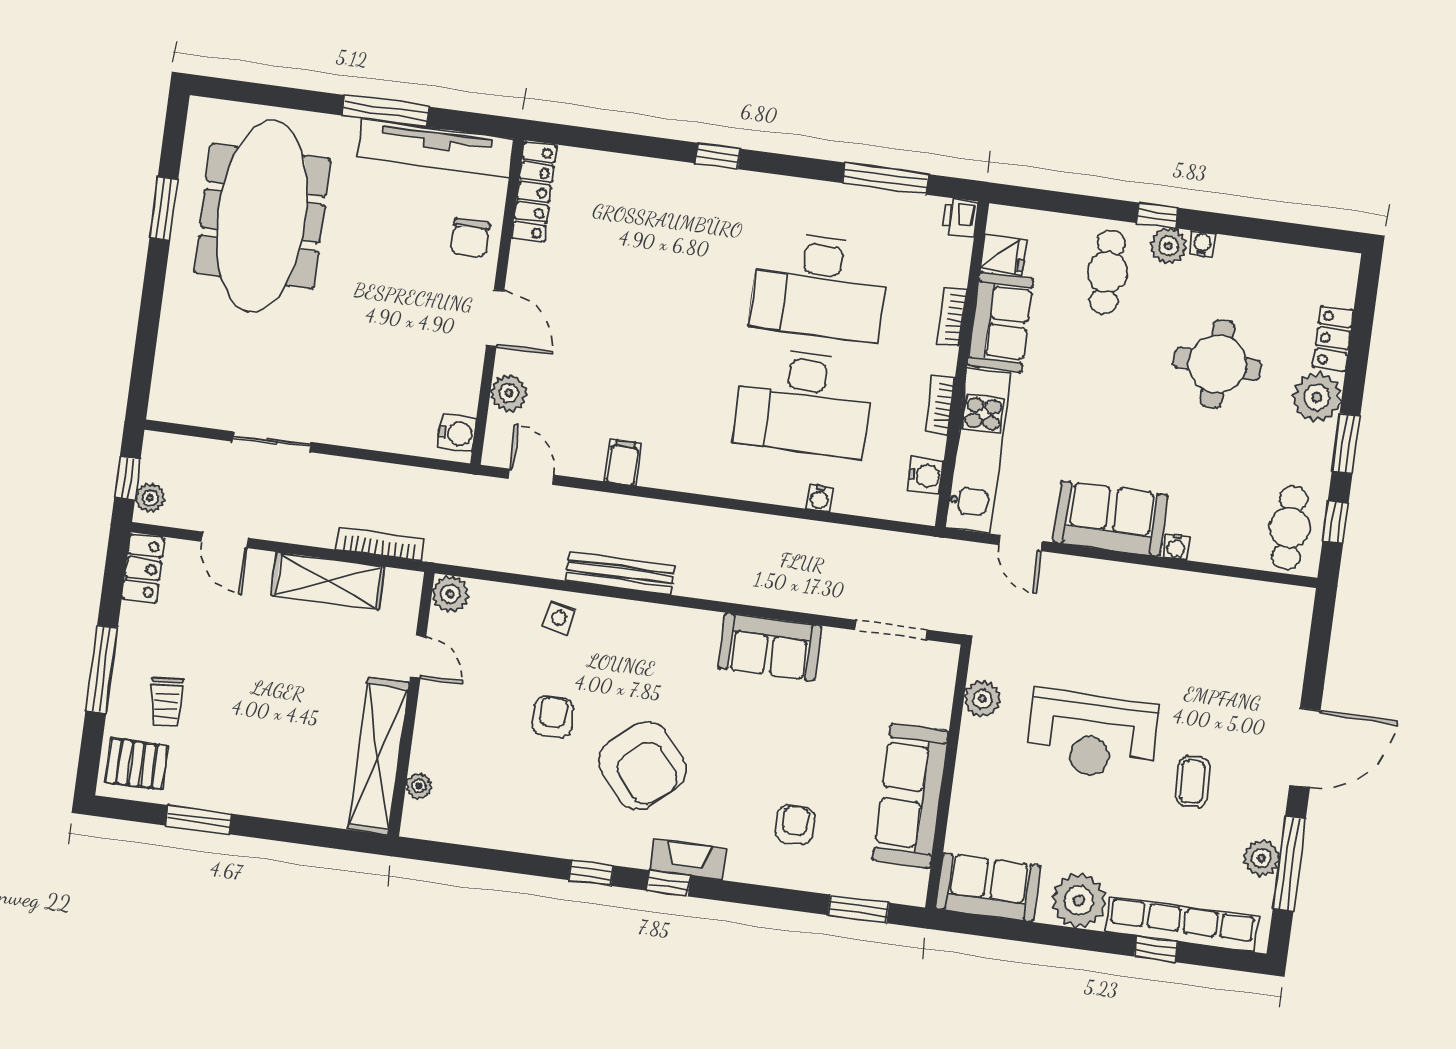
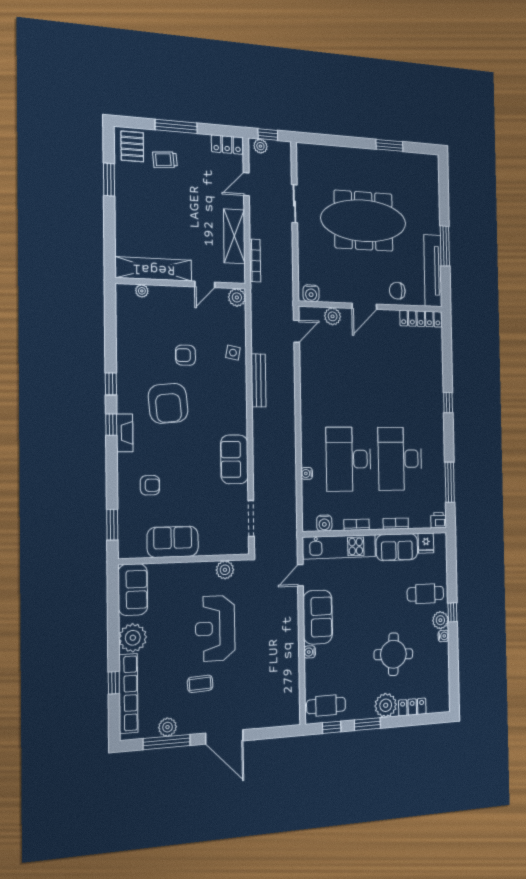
meeting table: (262, 216) -> (364, 221), moved
filing cabinet: (623, 463) -> (309, 375), removed
armchair: (553, 717) -> (185, 355), turned 180
armchair: (642, 766) -> (168, 403), turned -55
sofa: (910, 796) -> (173, 542), width x0.73

